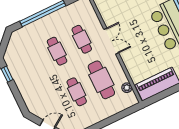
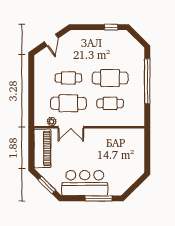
double door: (111, 41) -> (71, 127), moved
cafe table: (57, 51) -> (110, 78), width x1.37, depth x1.35

